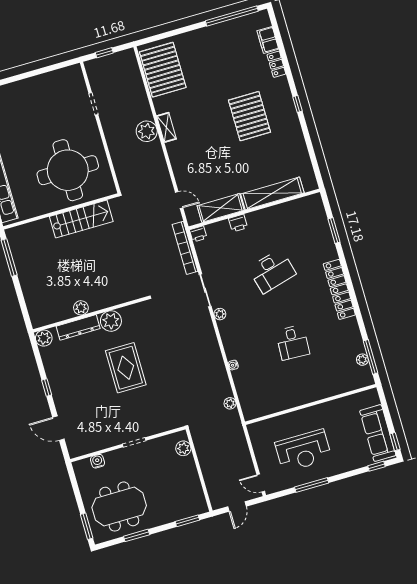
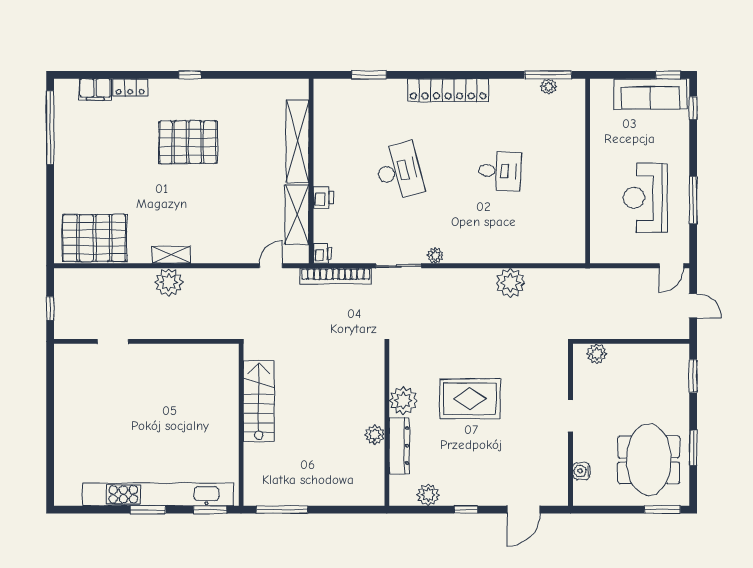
round table: (68, 170) -> (190, 400), removed
plant: (44, 338) -> (428, 495), moved
water cooler: (233, 365) -> (507, 257), removed
plant: (230, 403) -> (511, 283), moved, width x1.88, depth x1.88
reception desk: (303, 451) -> (645, 198), turned 180

